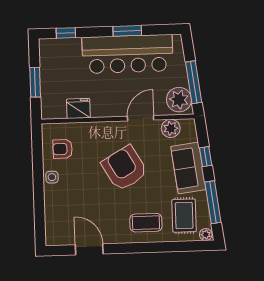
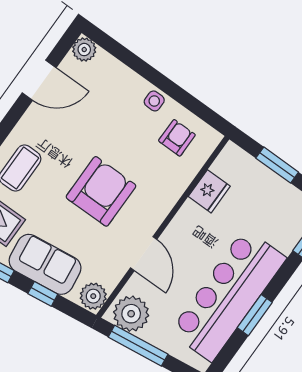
plant: (171, 128) -> (93, 296), moved
armchair: (124, 168) -> (101, 191), turned -60
plant: (53, 238) -> (84, 50), added

